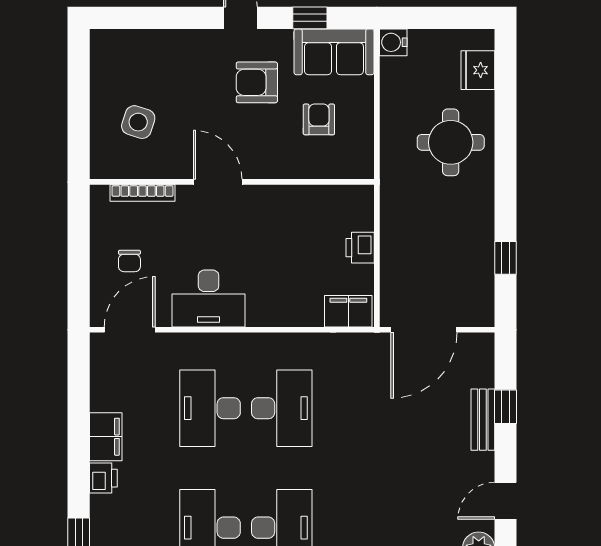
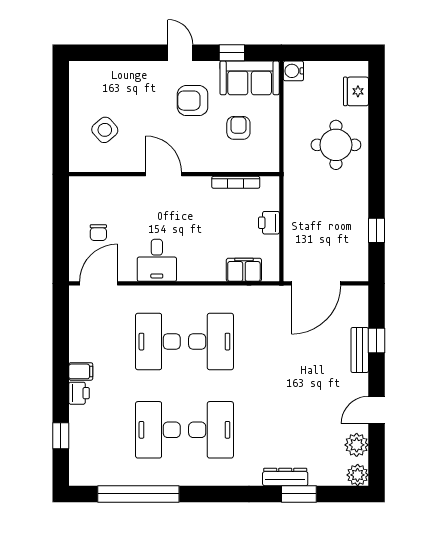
side table: (138, 122) -> (105, 130), turned 31
bookcase: (143, 193) -> (236, 182), moved
desk: (209, 298) -> (157, 260), width x0.73
filing cabinet: (348, 311) -> (244, 270), moved
filing cabinet: (106, 437) -> (81, 371), width x0.50

